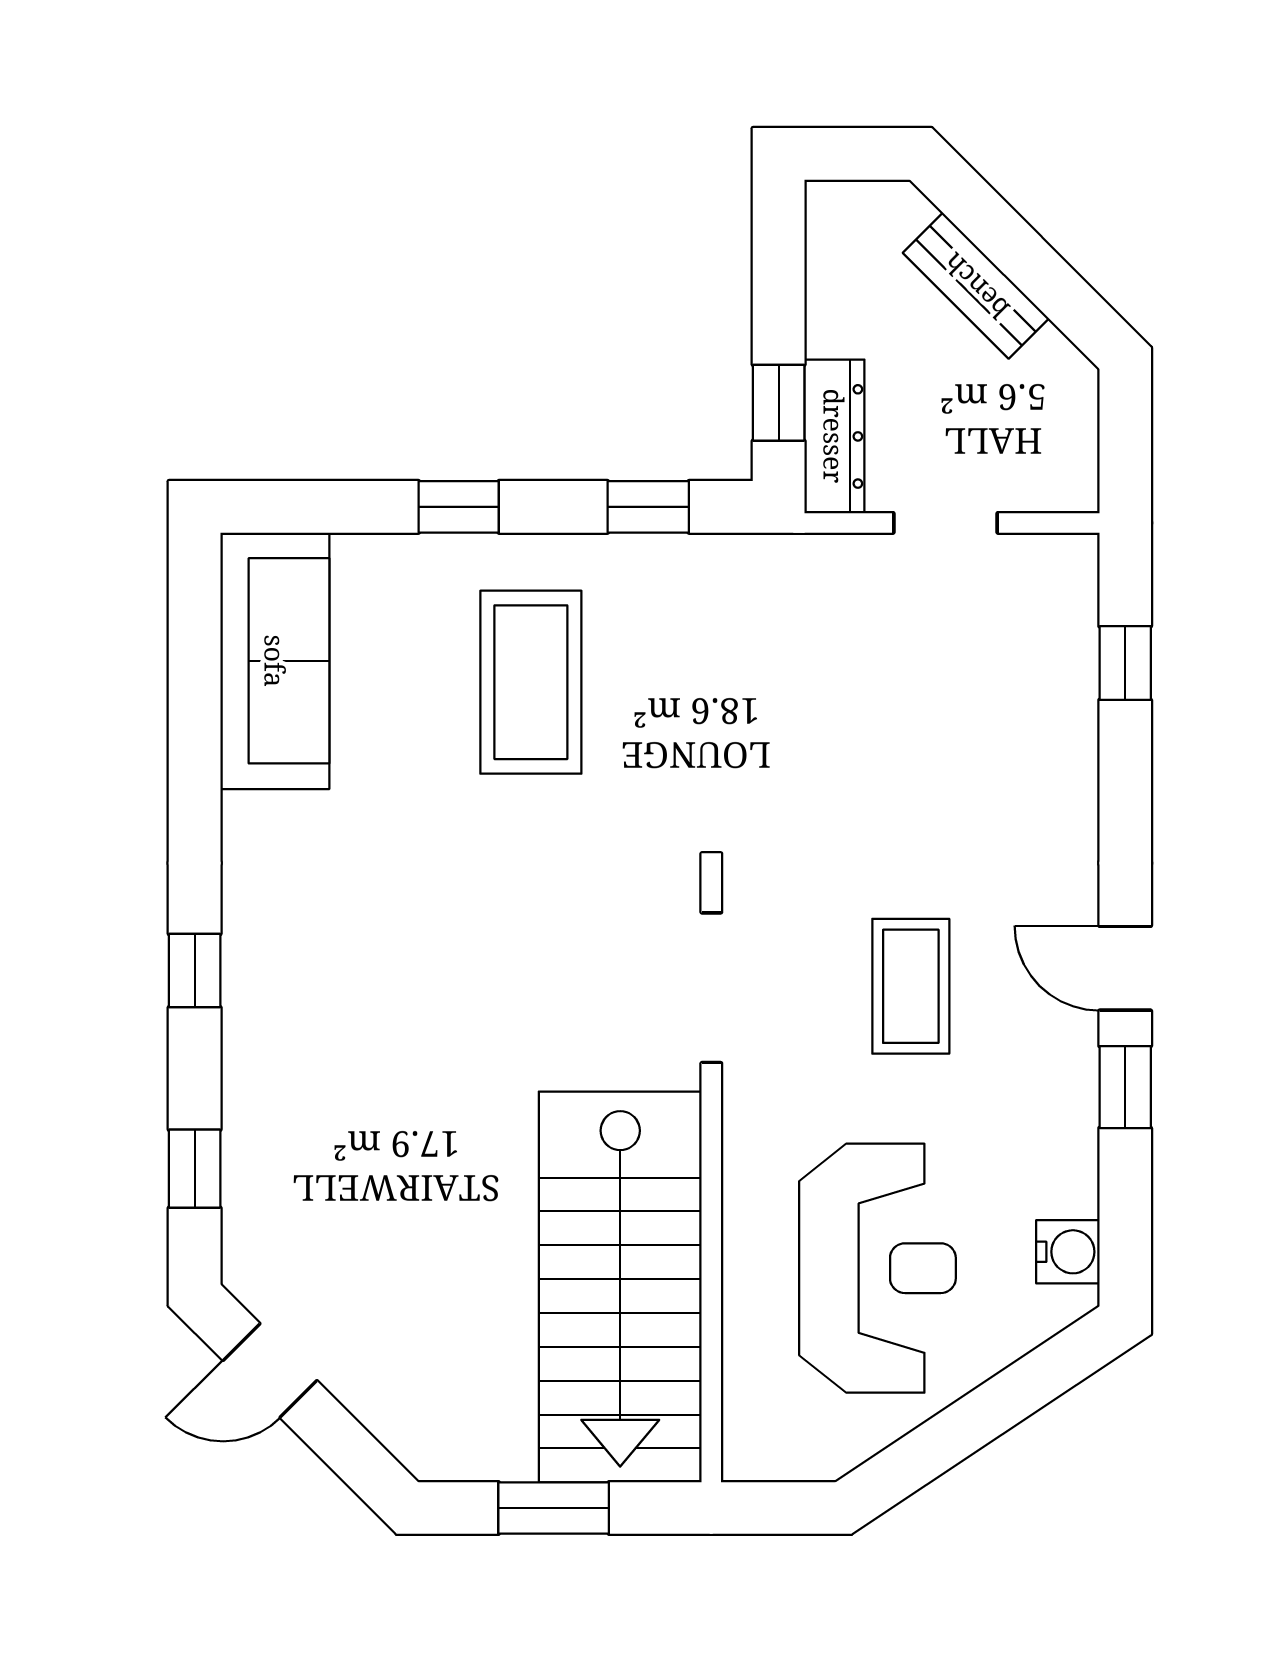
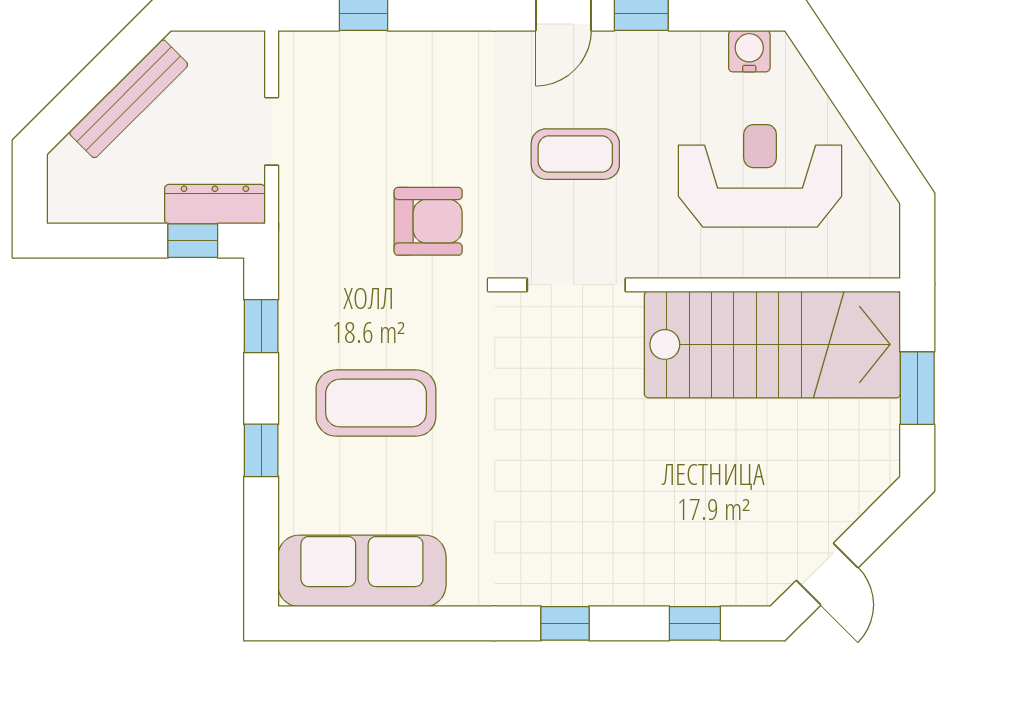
bench: (976, 286) -> (129, 99), width x1.36
armchair: (808, 762) -> (428, 221), added

